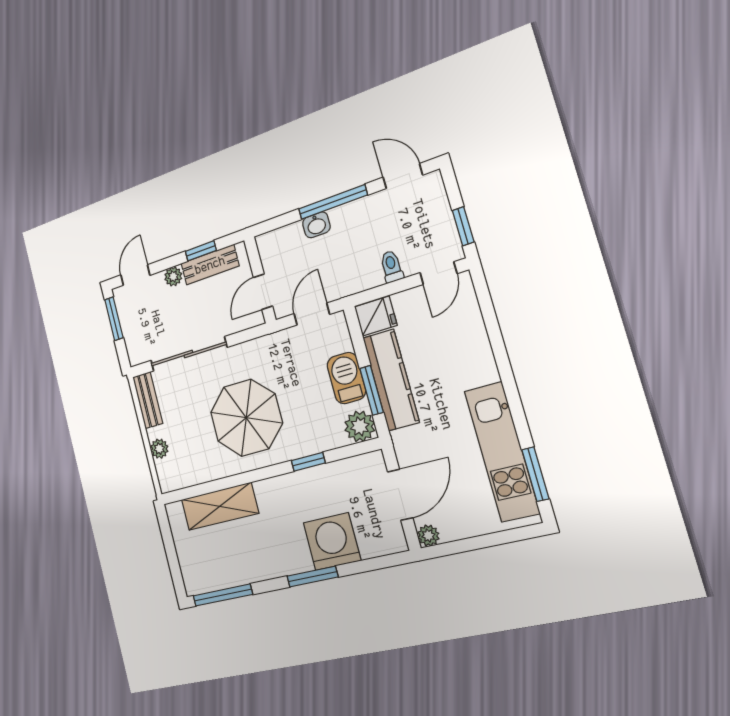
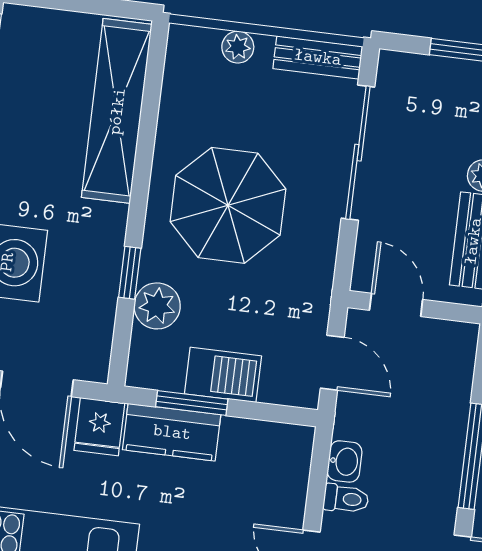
washbasin: (316, 225) -> (345, 461), moved, turned 180
fridge: (376, 316) -> (99, 427), moved
kitchen counter: (391, 380) -> (172, 432), width x0.67
plant: (360, 426) -> (157, 306), moved
shelving: (220, 506) -> (117, 111), width x1.47

